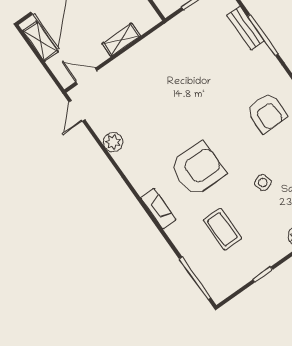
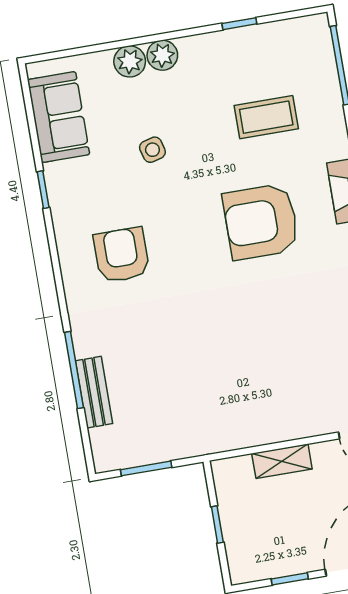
side table: (263, 183) -> (152, 150), moved
coffee table: (222, 229) -> (266, 117), turned 90

